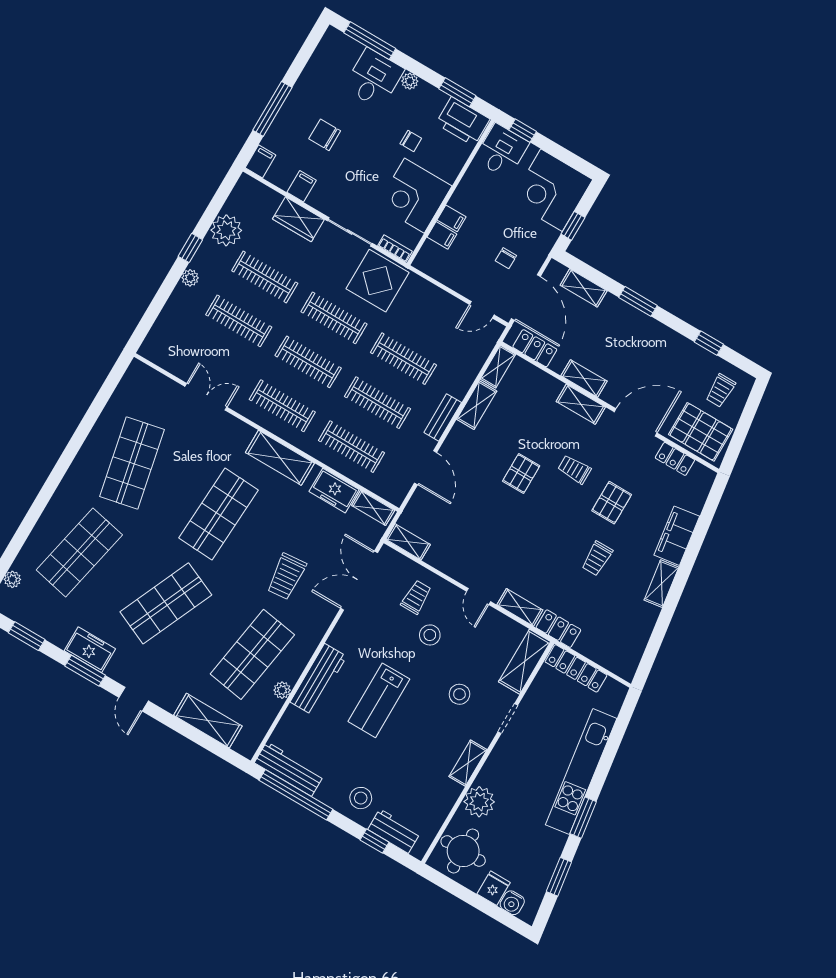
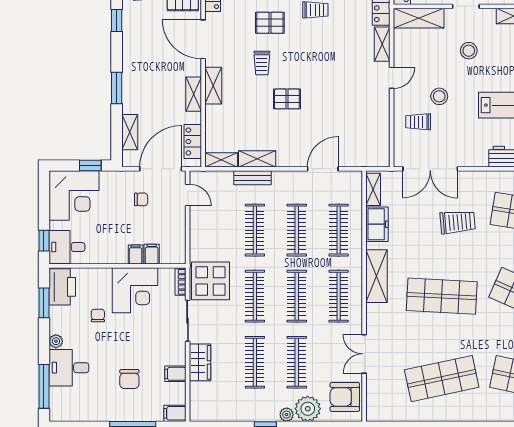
plant: (226, 230) -> (308, 409), moved
armchair: (173, 350) -> (345, 397), added
bench: (443, 417) -> (252, 178), moved
shelving: (408, 542) -> (382, 150), removed

